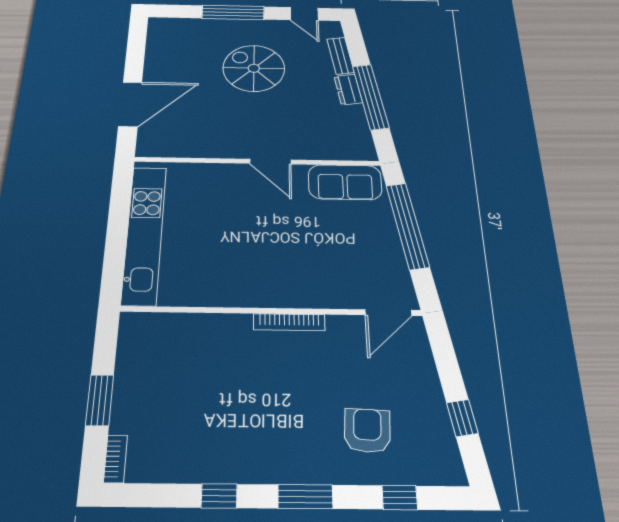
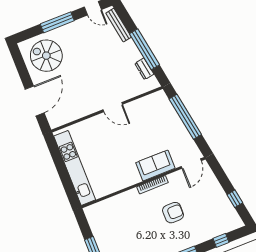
bench: (341, 56) -> (119, 25), width x1.36
spiral stairs: (254, 68) -> (46, 56), moved
dresser: (348, 90) -> (144, 69), moved
sofa: (345, 182) -> (155, 165), moved, turned 180
armchair: (367, 431) -> (173, 213), moved, turned 87

